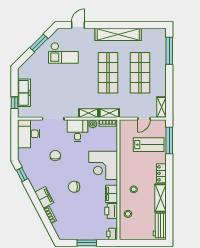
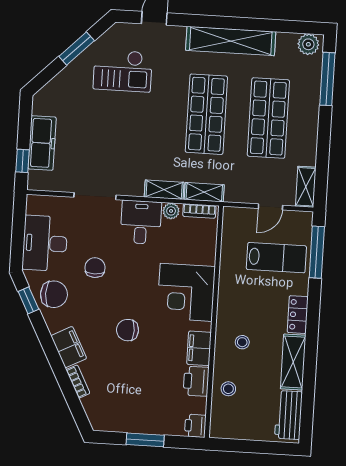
plant: (158, 34) -> (308, 44), added
desk: (29, 134) -> (45, 243), moved
chair: (35, 171) -> (54, 294), added

